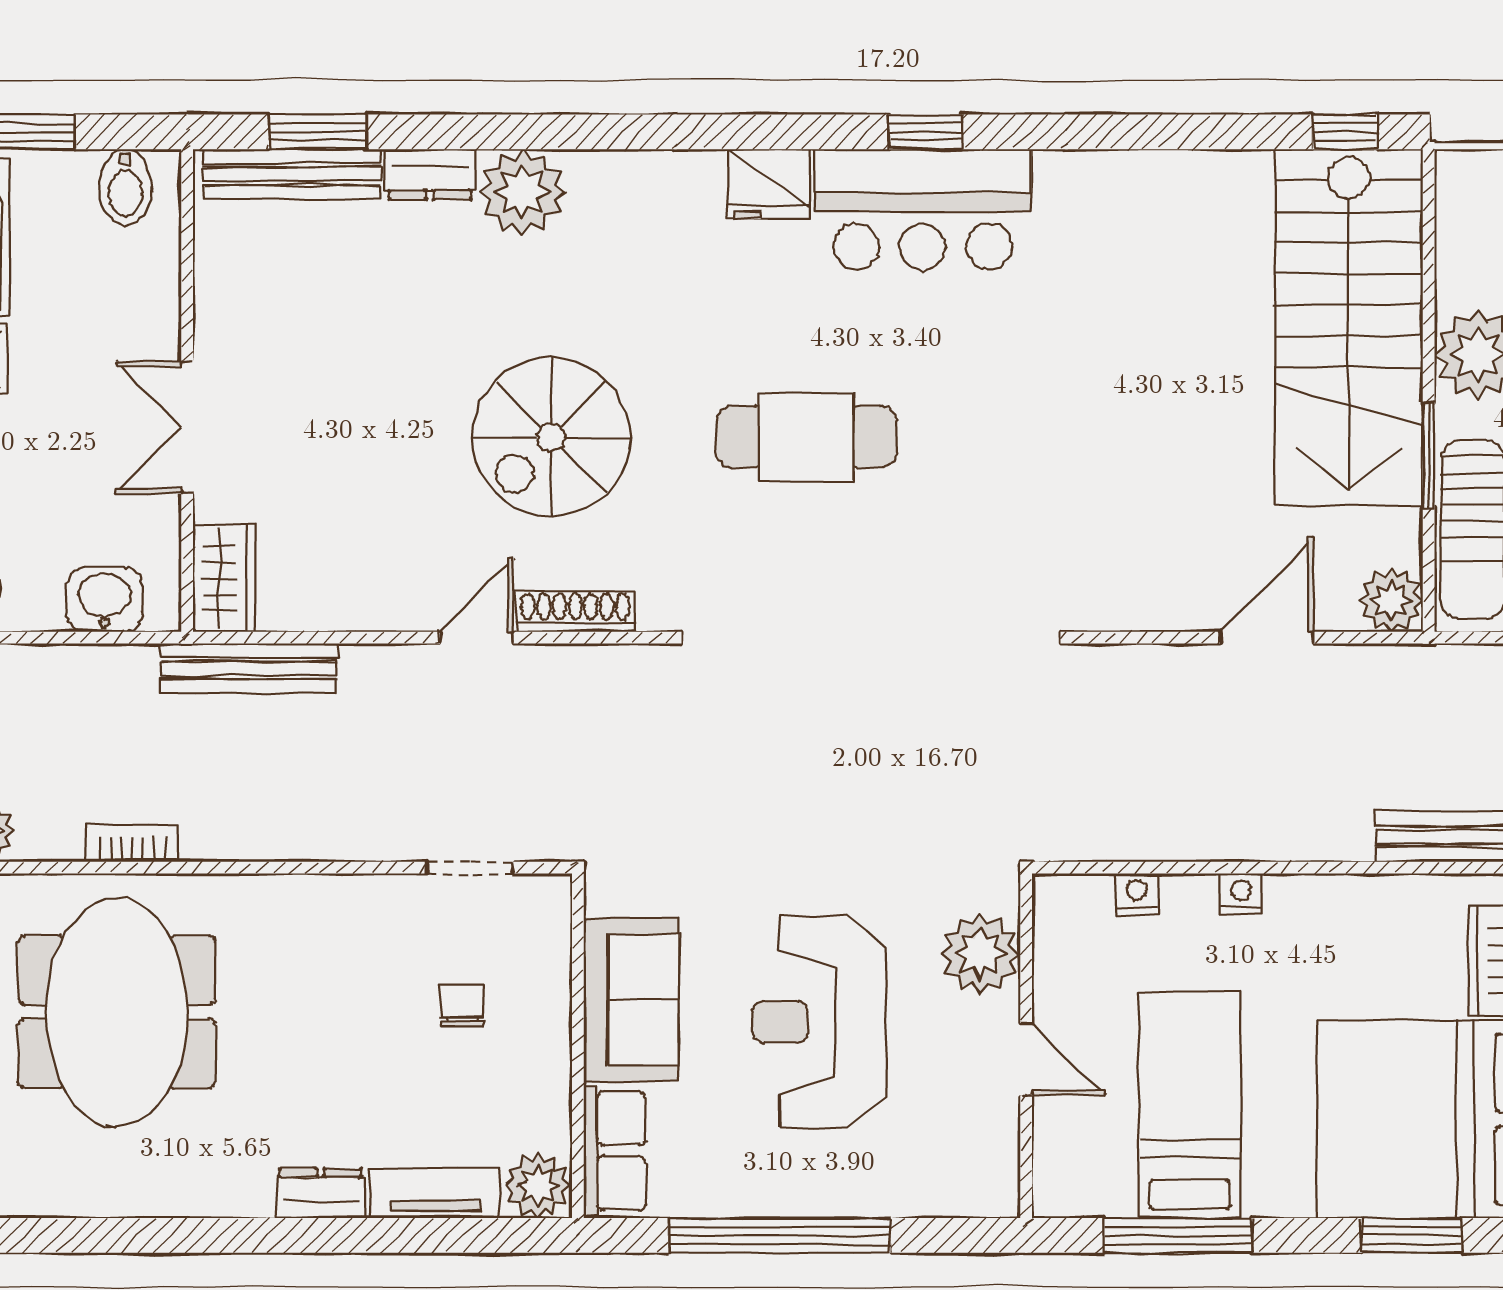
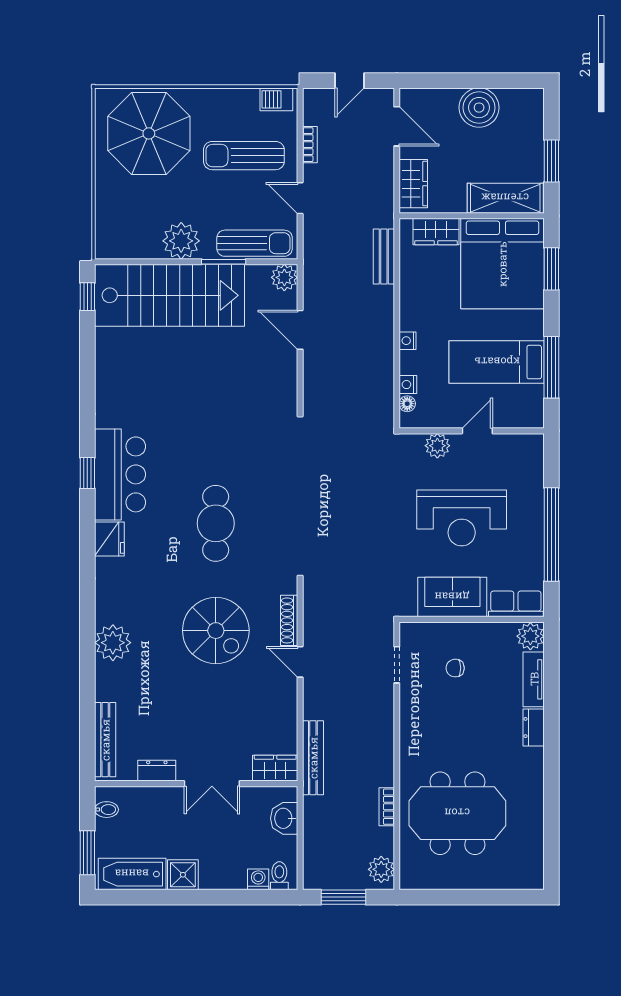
window: (318, 132) -> (87, 729), removed
dresser: (430, 174) -> (157, 771), moved, turned -90
bidet: (125, 187) -> (106, 810), width x0.72, depth x0.74
floor lamp: (1091, 892) -> (407, 404), added
plant: (980, 954) -> (437, 446), width x0.73, depth x0.73

